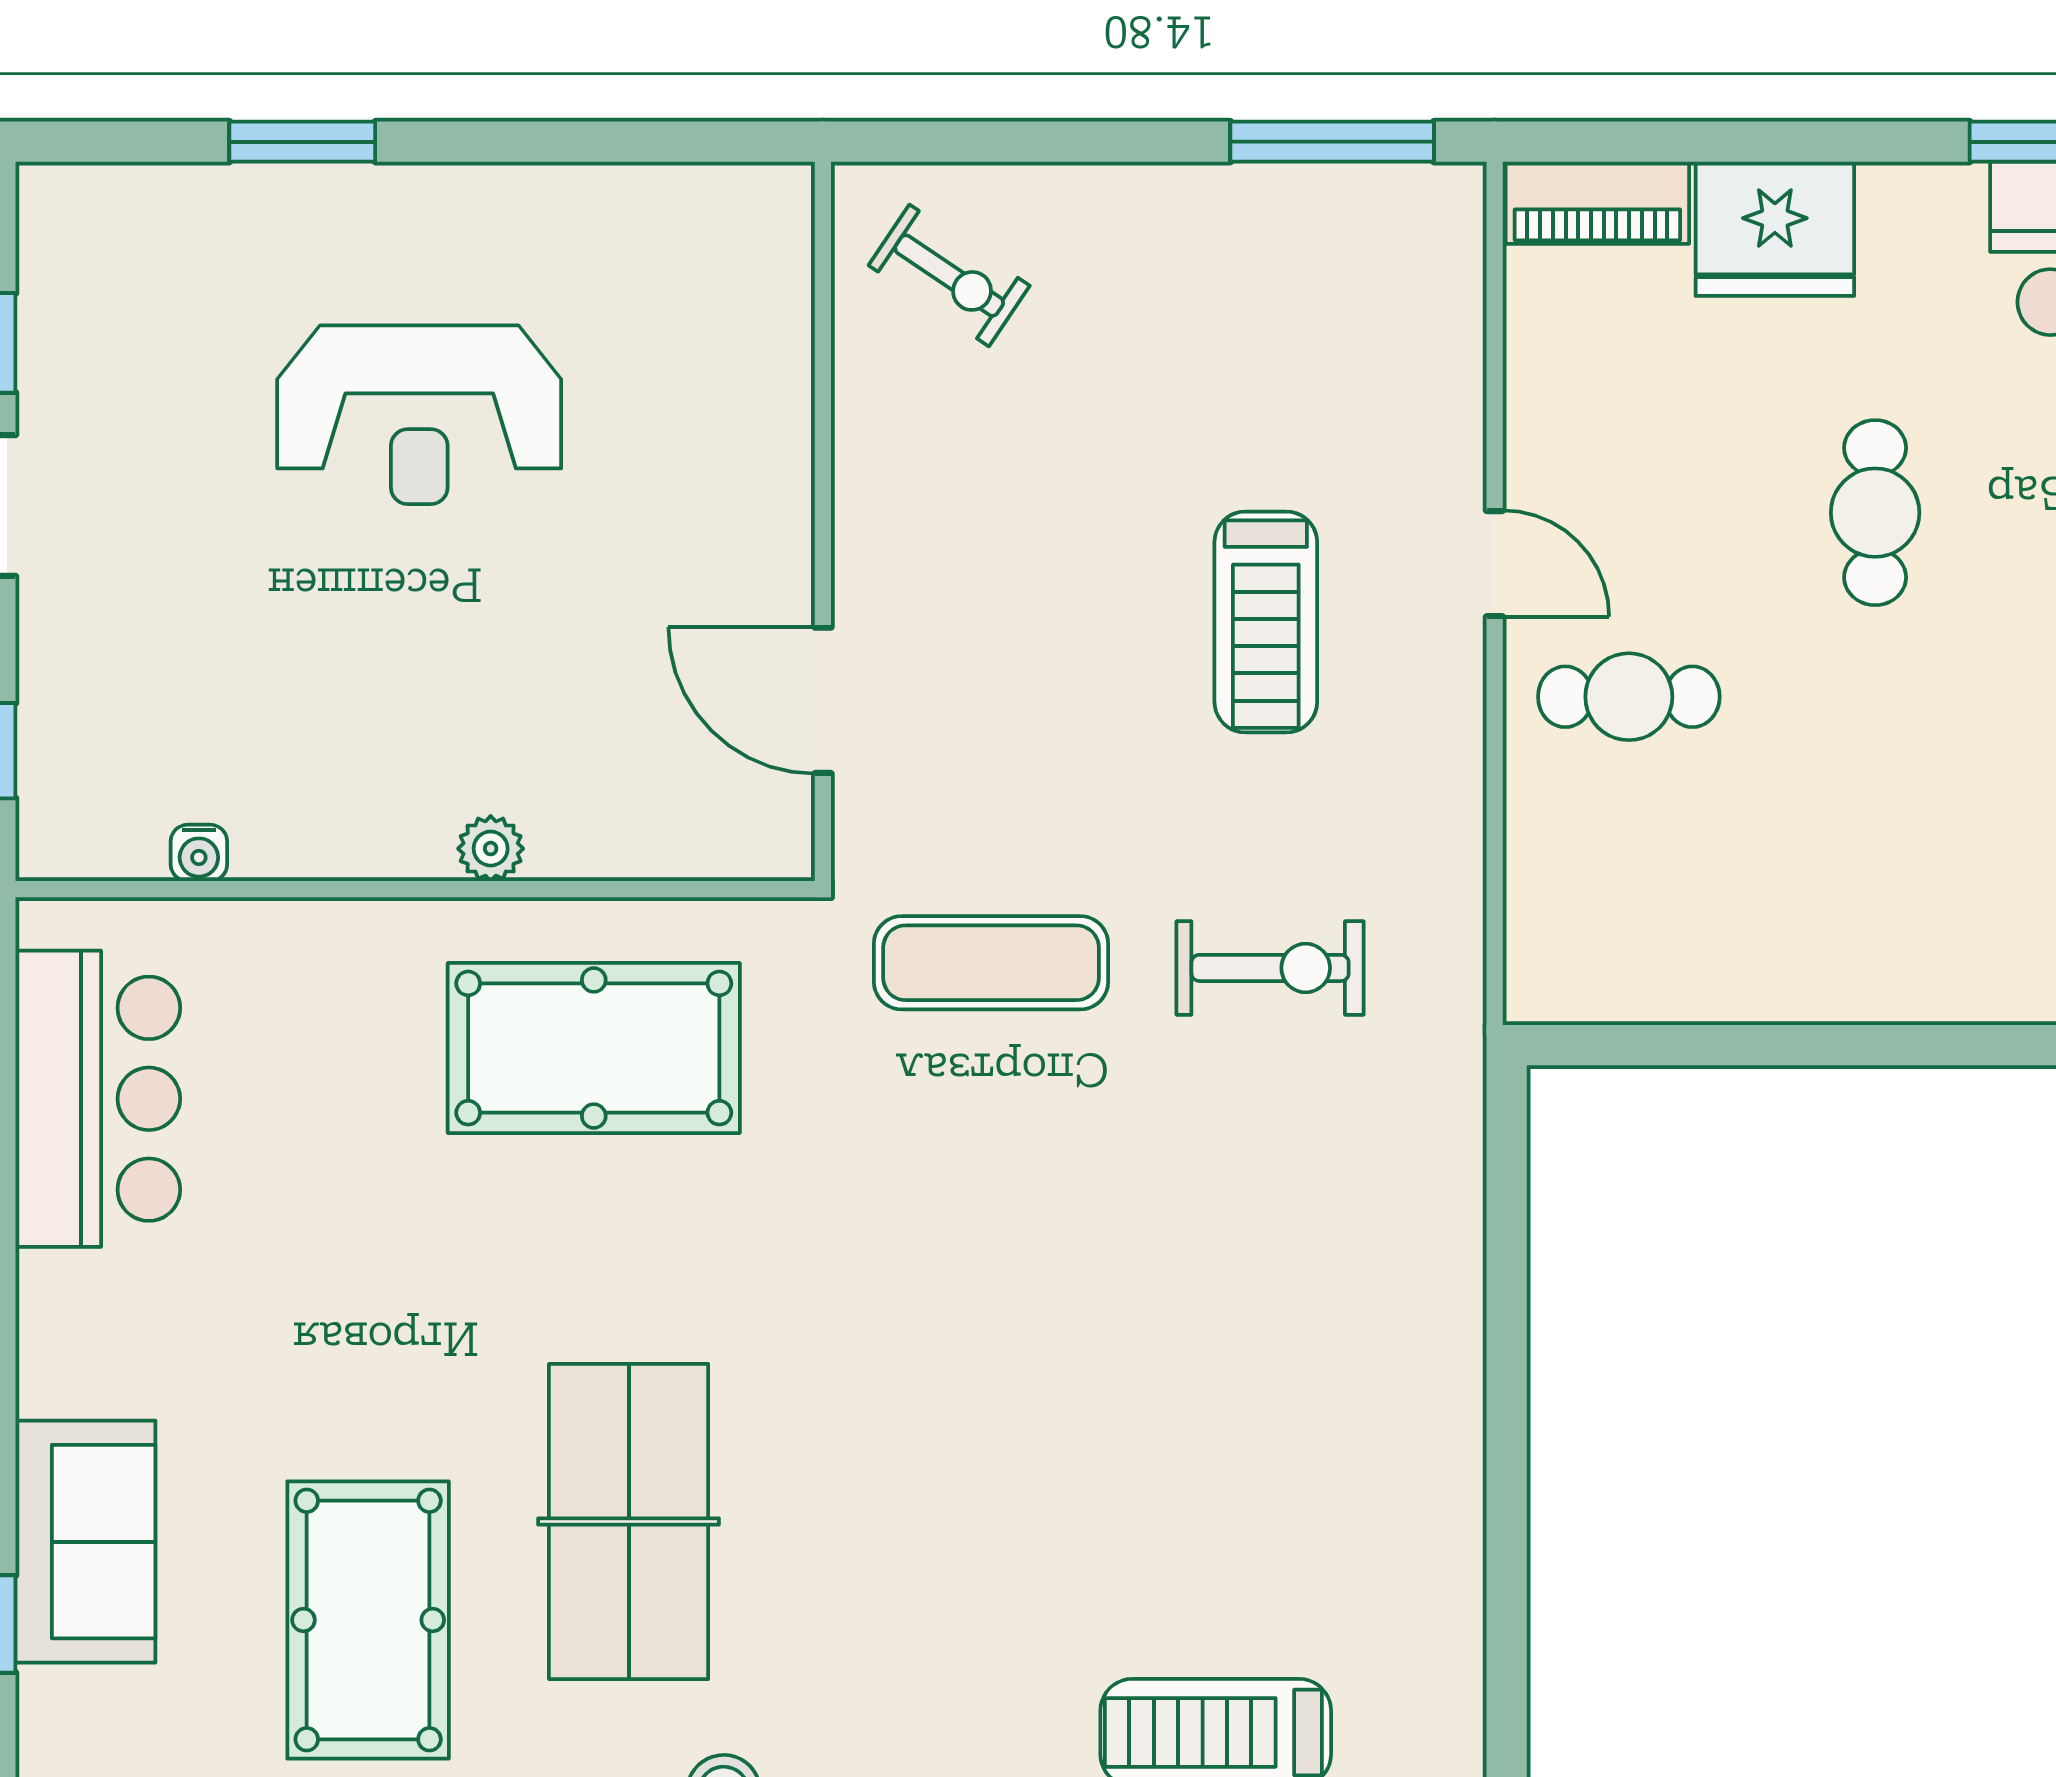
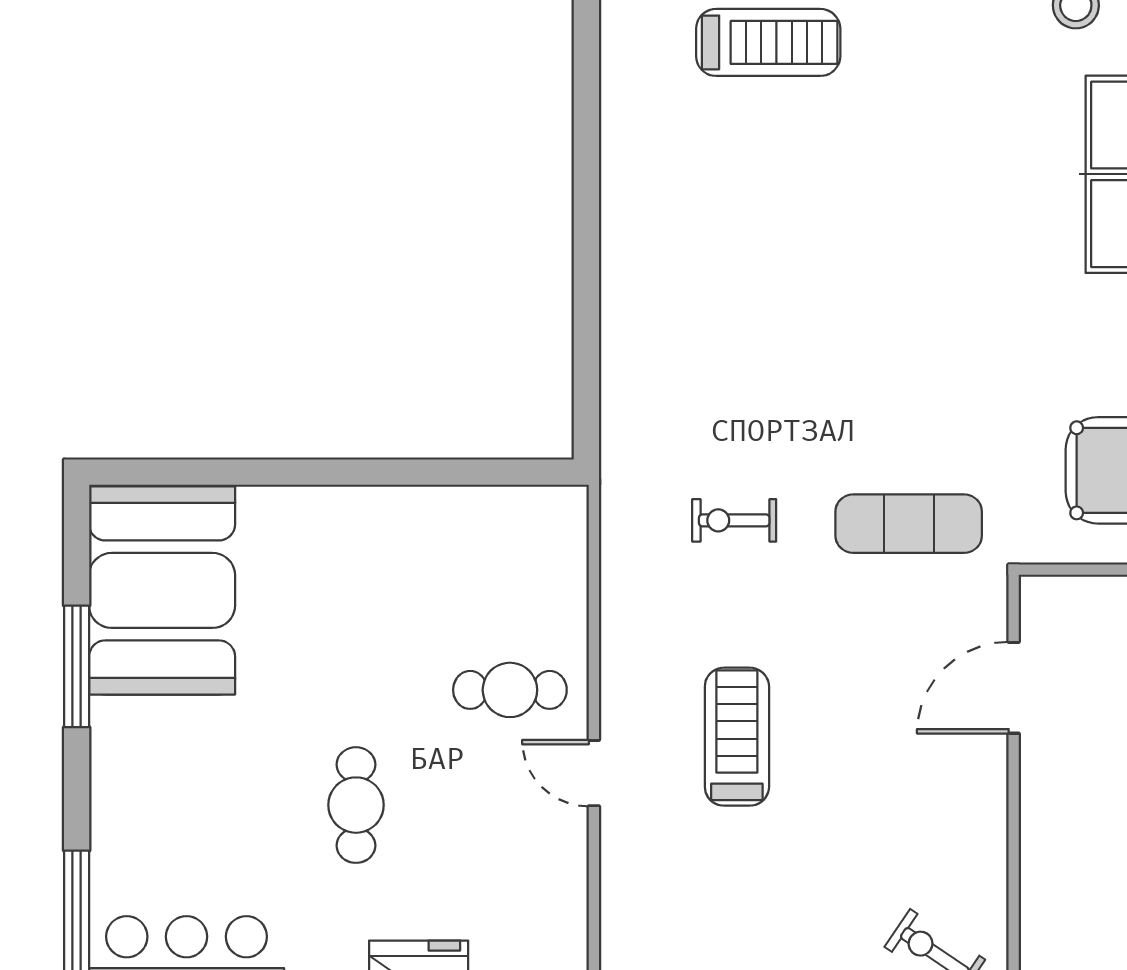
door: (823, 700) -> (1014, 688), swing flipped
exercise bike: (1270, 968) -> (734, 520), width x0.73, depth x0.72

